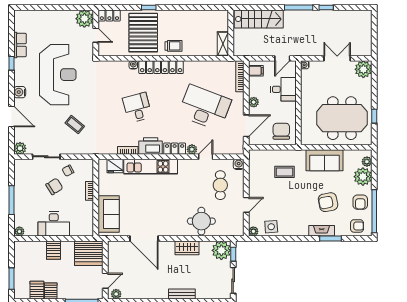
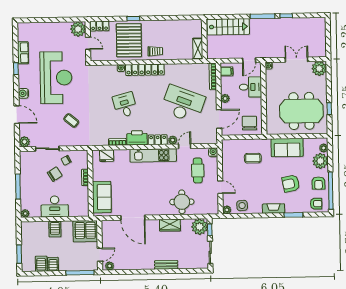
kitchen unit: (151, 167) -> (153, 155), moved
door: (246, 205) -> (220, 187), hinge flipped
fireplace: (322, 231) -> (274, 209), moved

